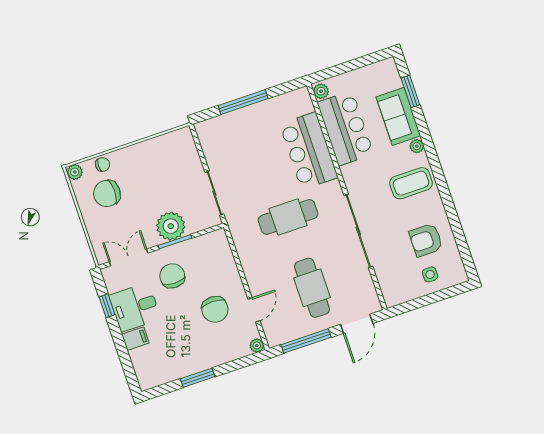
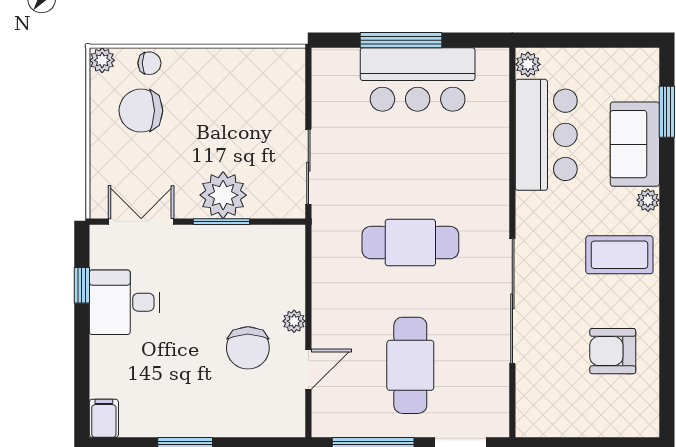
bar counter: (309, 151) -> (418, 79), moved, turned -90
side table: (430, 274) -> (601, 407), removed
chair: (172, 276) -> (199, 273), removed
filing cabinet: (135, 339) -> (104, 418), moved, turned -90
plant: (257, 346) -> (294, 321), moved

